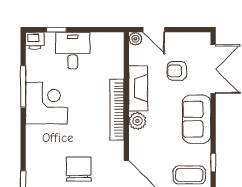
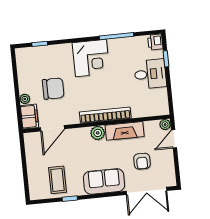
armchair: (177, 71) -> (142, 161), turned 180
corner desk: (46, 103) -> (91, 58), moved

